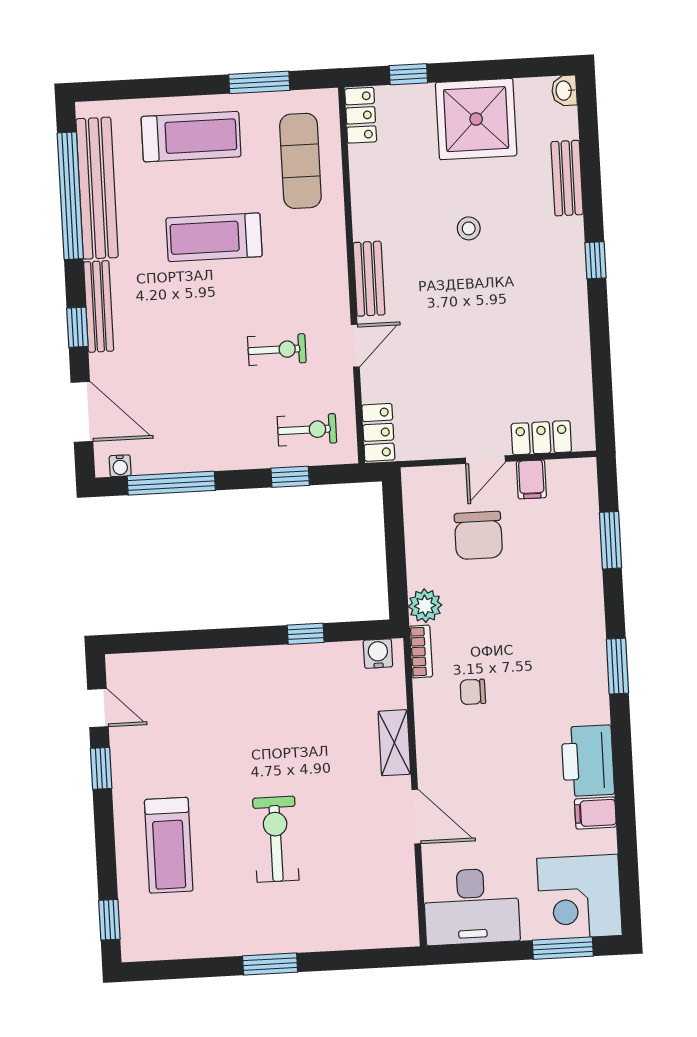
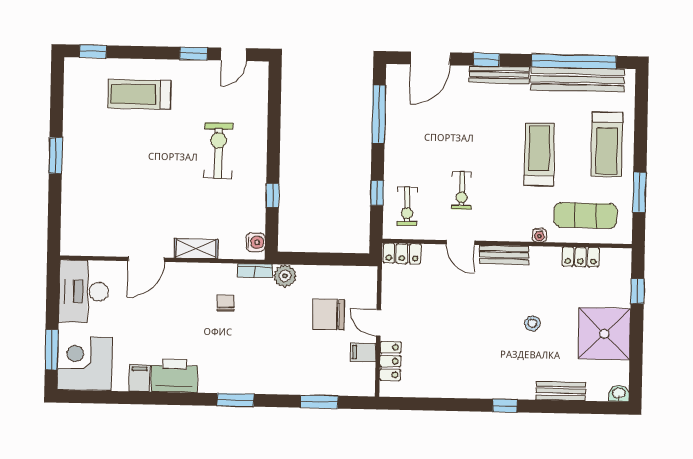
locker: (361, 115) -> (581, 257), moved
water cooler: (120, 466) -> (539, 235), moved, turned -90
exercise bike: (276, 839) -> (218, 151), moved, turned -90

